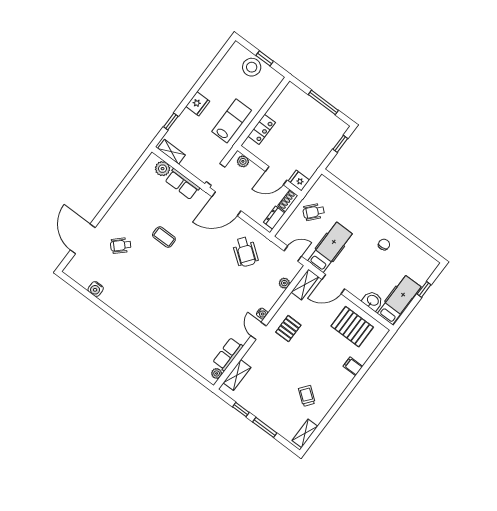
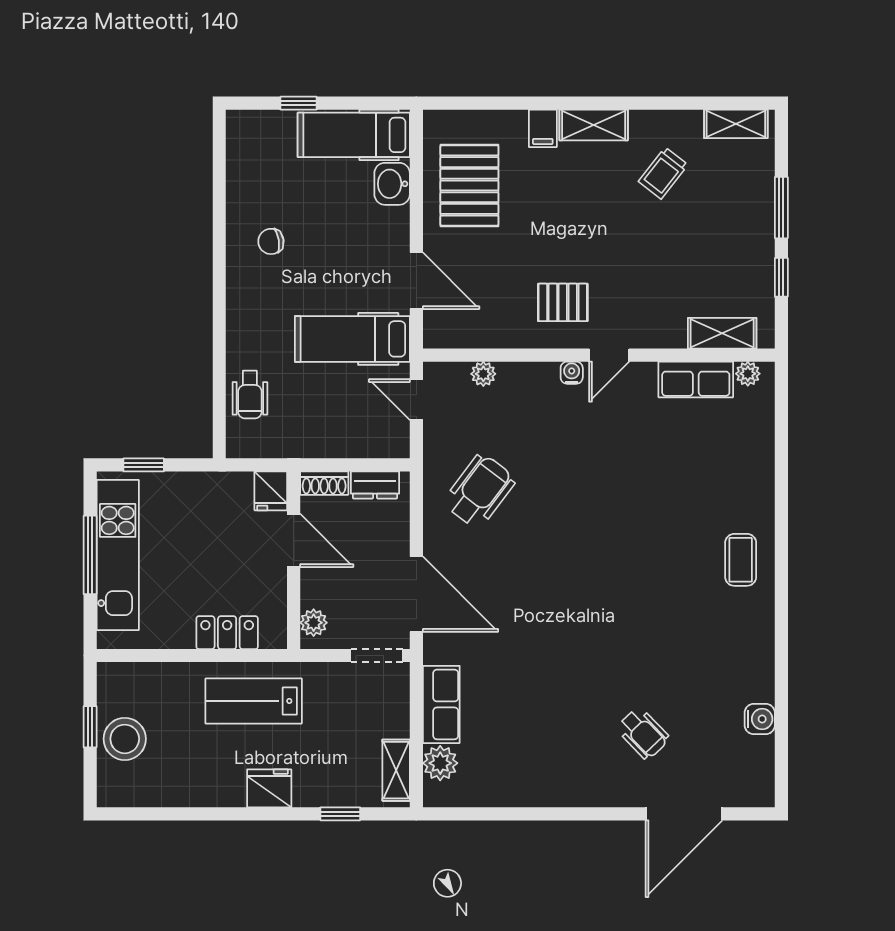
kitchen unit: (316, 112) -> (118, 555), added
wheelchair: (314, 212) -> (250, 395), moved, turned 49
coffee table: (164, 237) -> (741, 560), moved
shelving: (305, 285) -> (594, 125), moved

